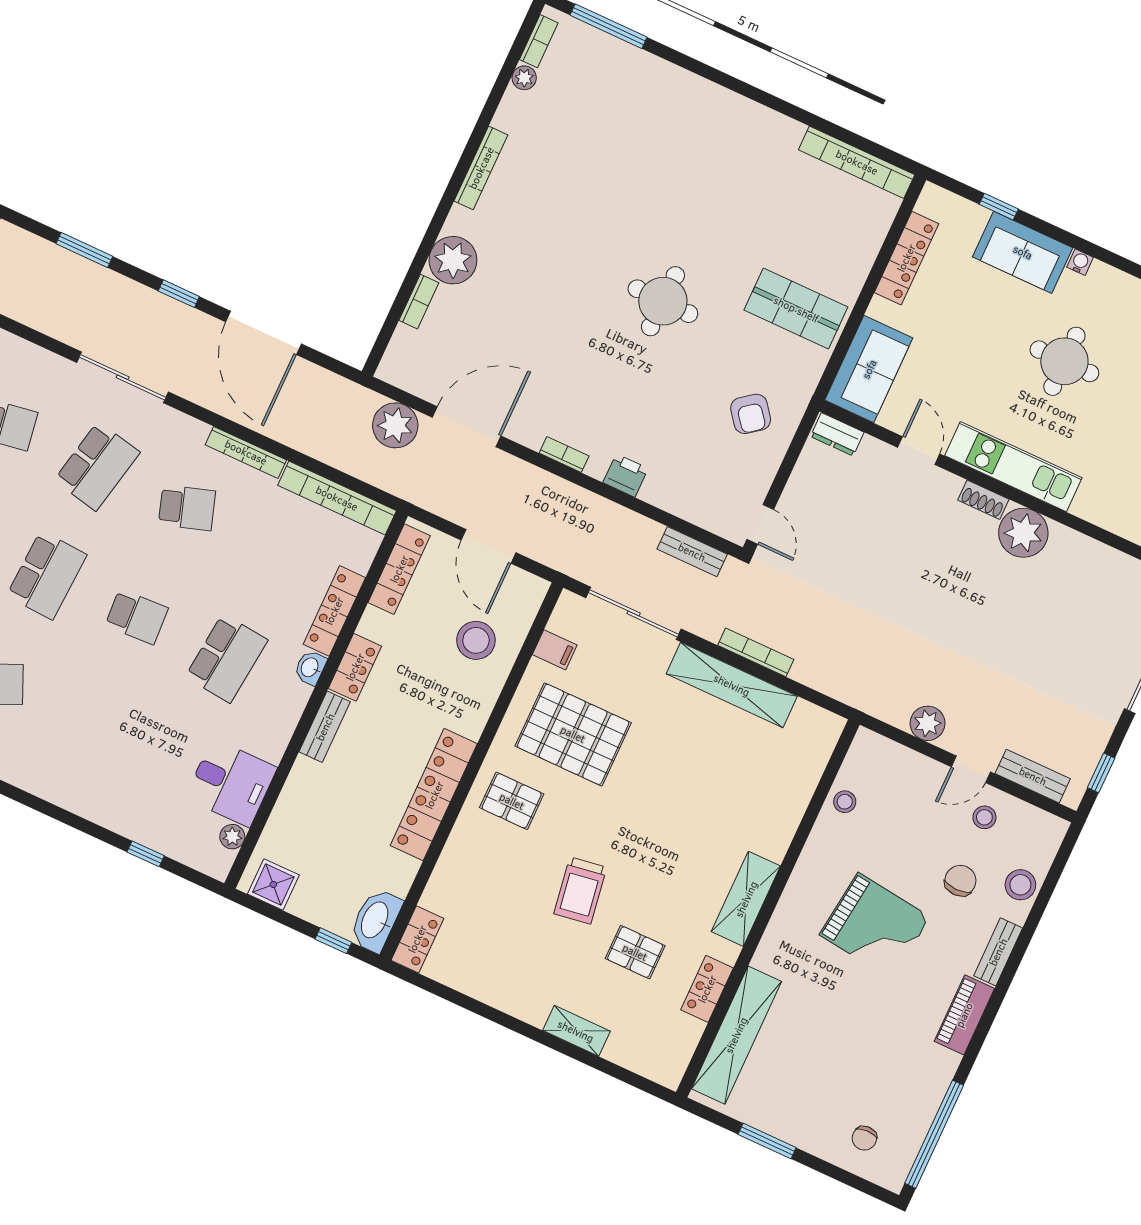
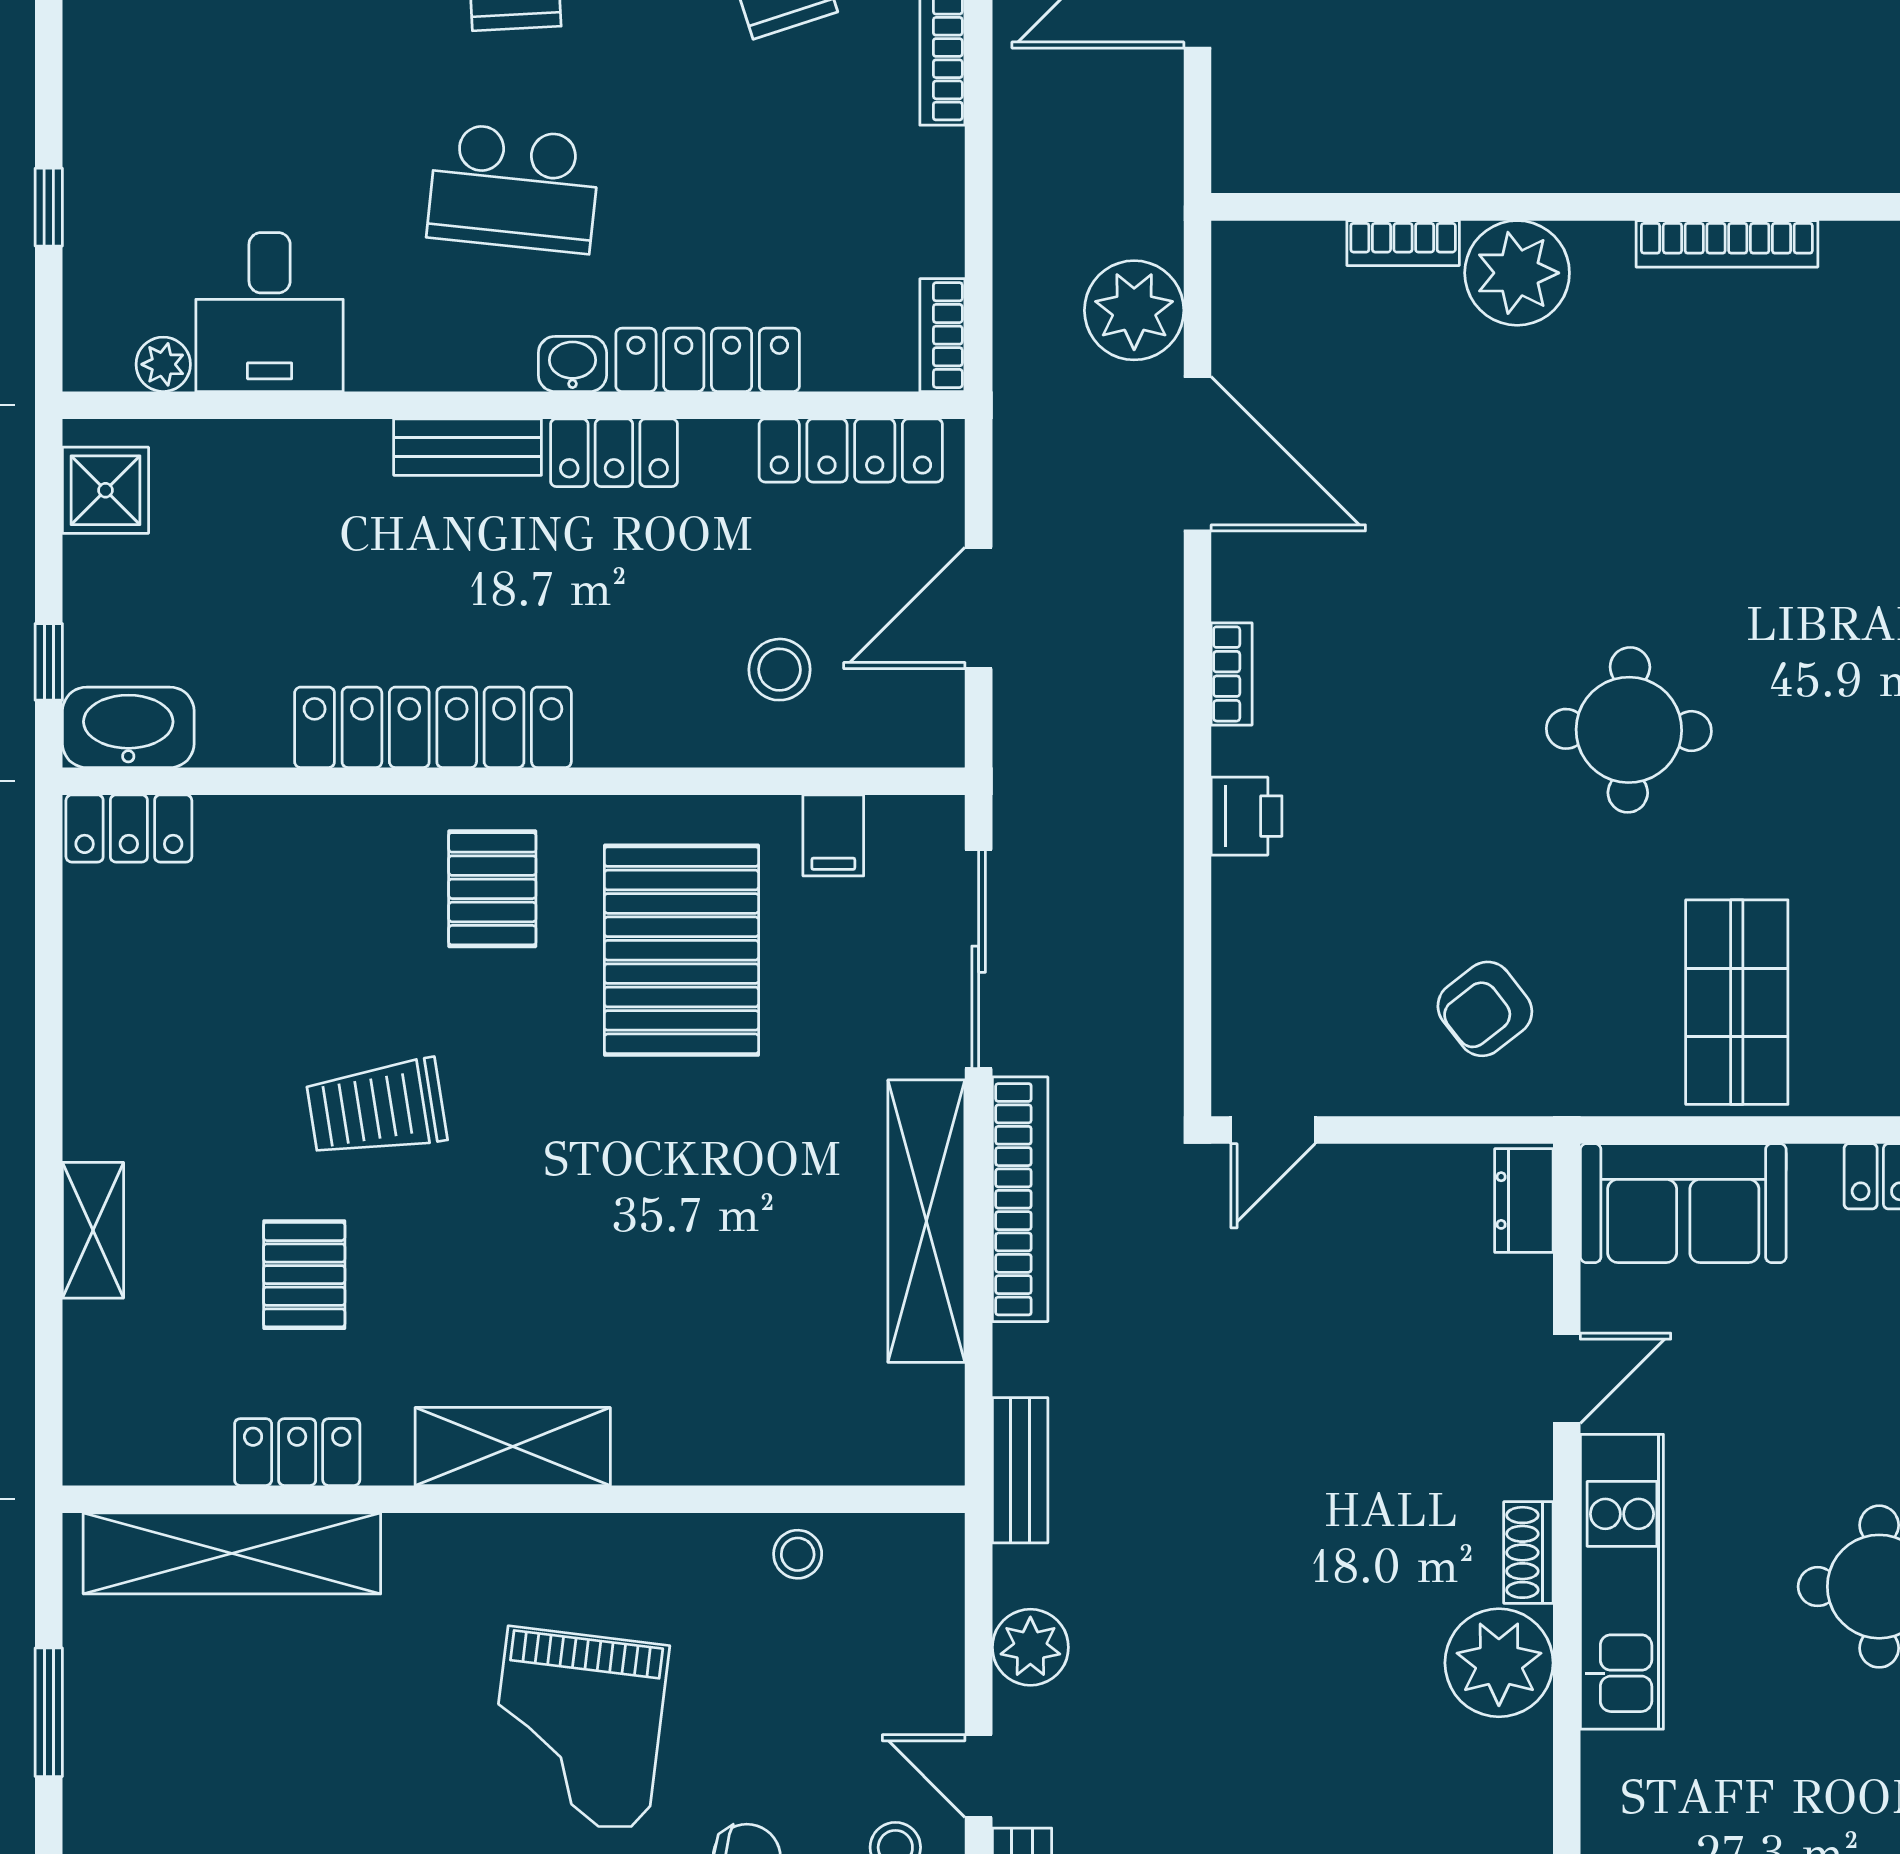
bookcase: (337, 498) -> (942, 335), width x0.43, depth x0.76
bench: (692, 552) -> (1020, 1470), moved
stool: (476, 640) -> (780, 670), width x0.73, depth x0.73
bookcase: (756, 652) -> (1020, 1199), width x1.48, depth x1.31

